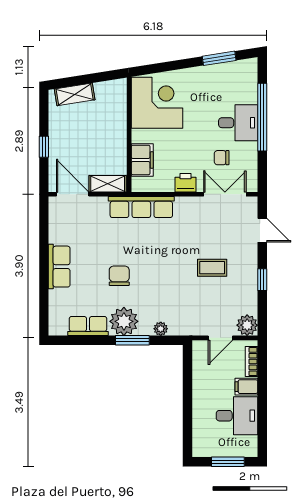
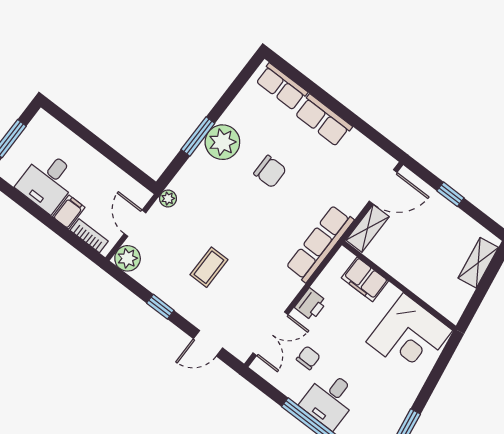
row of seats: (88, 326) -> (282, 87), moved, turned 90
plant: (161, 329) -> (168, 199), moved

